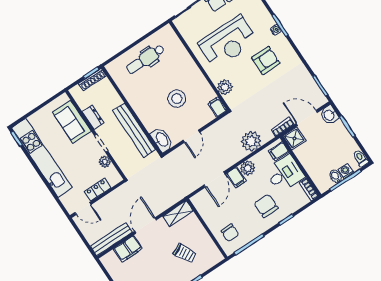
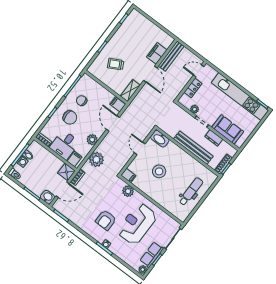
bench: (134, 130) -> (193, 148), moved
filing cabinet: (236, 177) -> (118, 104), moved
chair: (230, 233) -> (82, 101), moved

